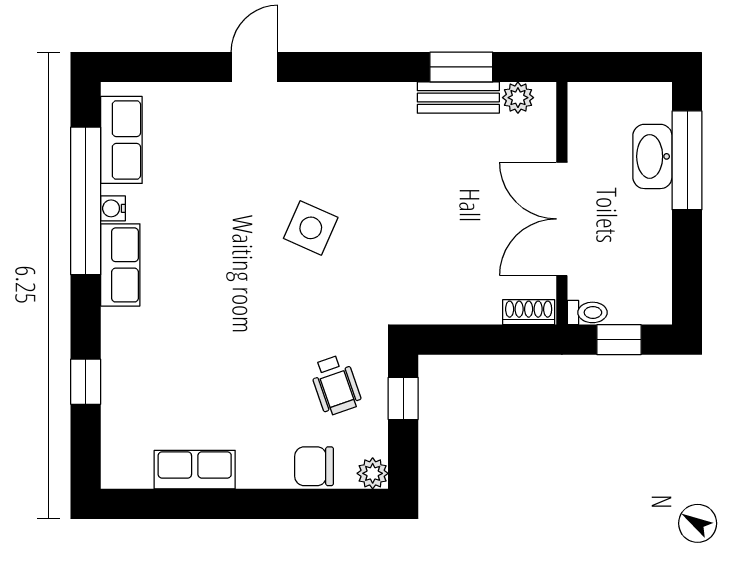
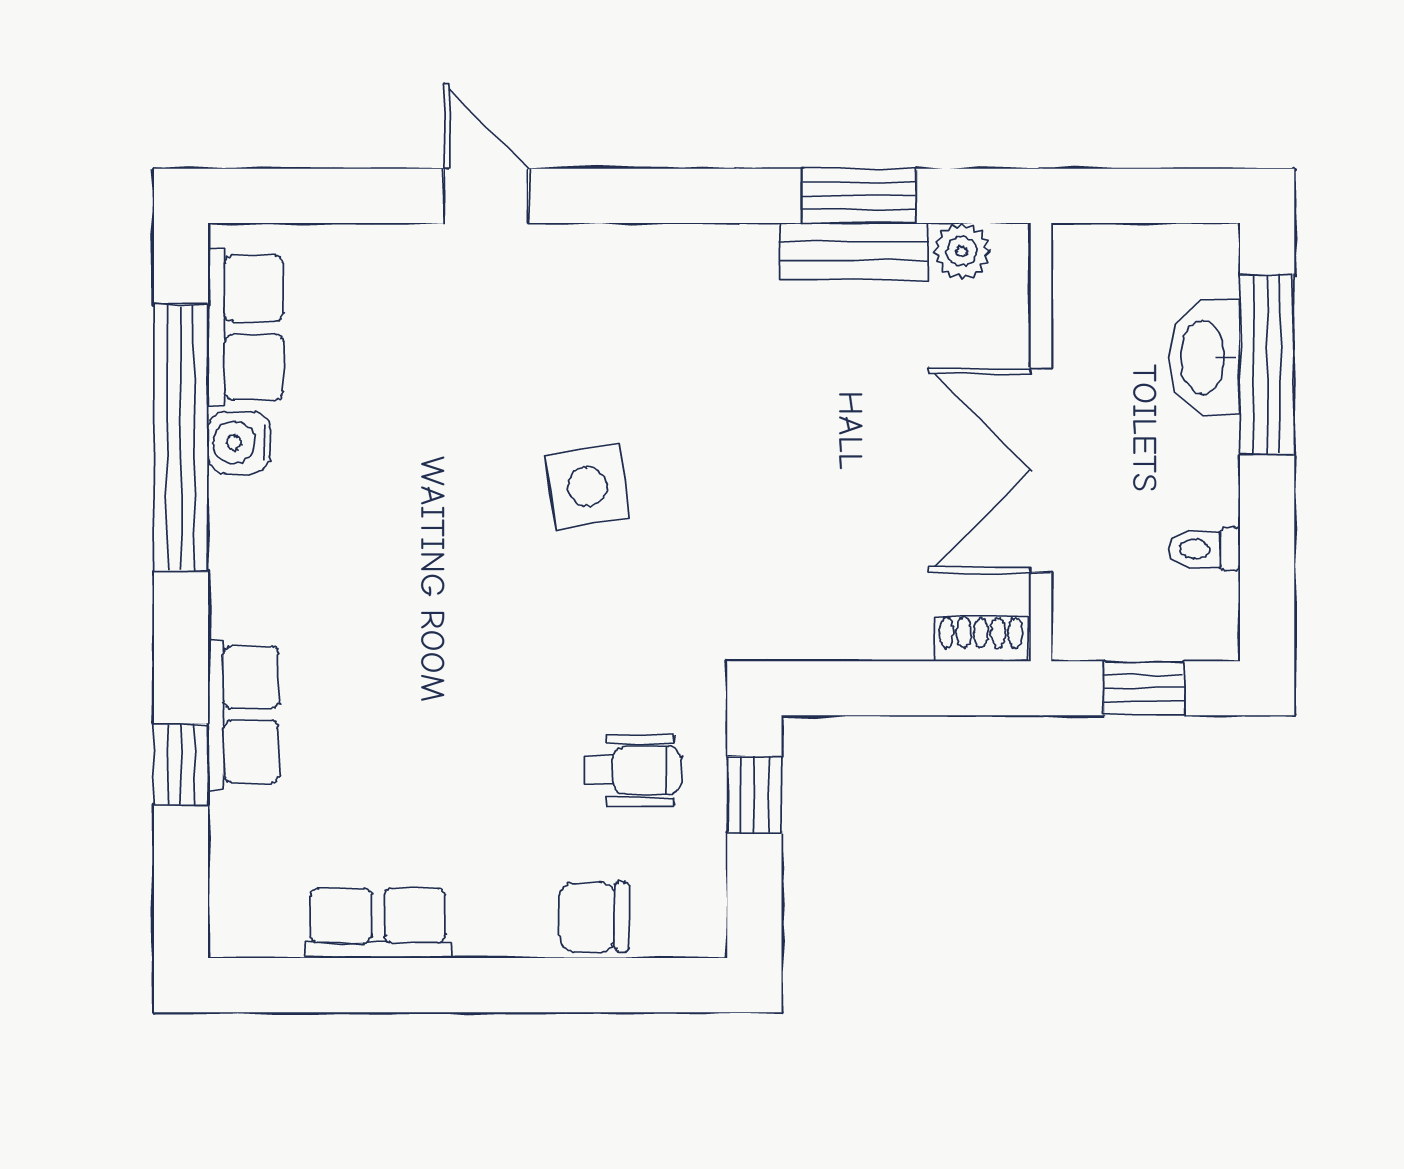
door: (255, 67) -> (486, 196), hinge flipped
water cooler: (113, 208) -> (239, 443), width x1.38, depth x1.38
side table: (311, 228) -> (587, 487), turned -33
row of seats: (120, 265) -> (244, 714), moved
toilet: (587, 312) -> (1204, 549), moved, turned 180
wheelchair: (336, 385) -> (632, 770), turned -71
plant: (373, 473) -> (699, 930), removed

